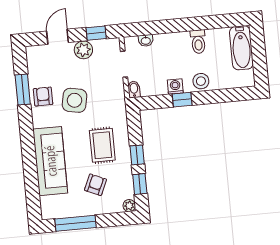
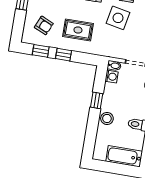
washing machine: (175, 87) -> (112, 77), moved
armchair: (95, 185) -> (44, 25), moved
plant: (129, 206) -> (26, 38), removed

